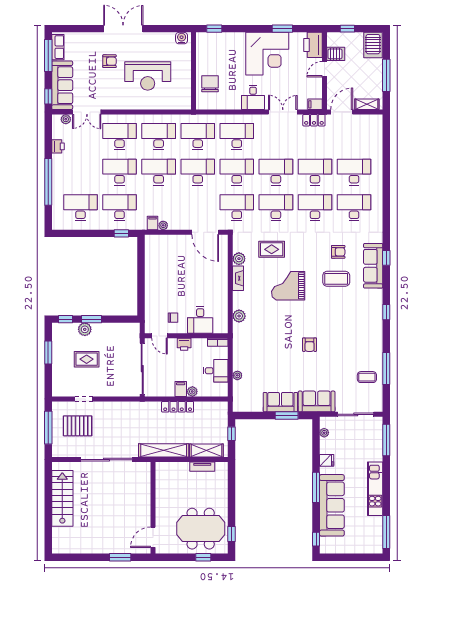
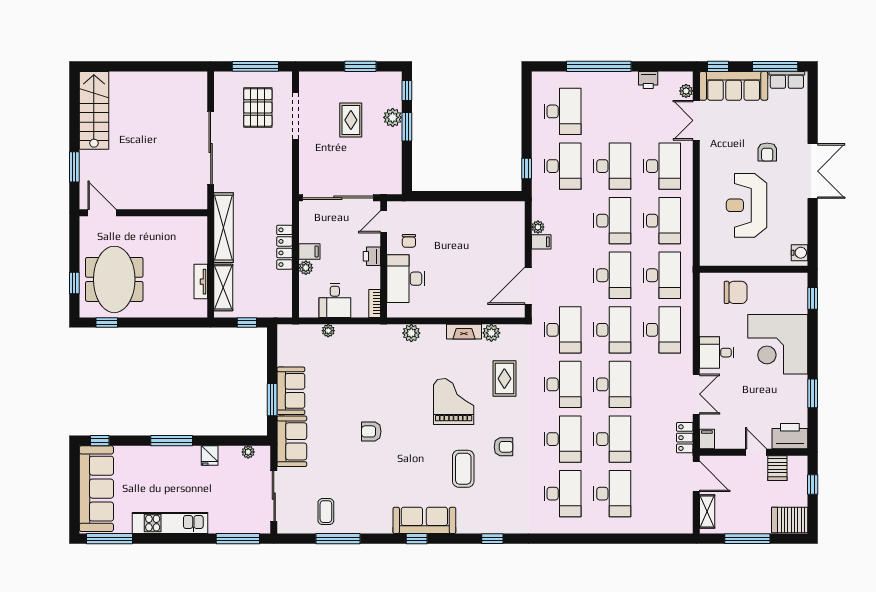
corner desk: (267, 54) -> (778, 344), moved
filing cabinet: (153, 223) -> (541, 242), moved
armchair: (338, 252) -> (503, 447), moved, turned -90
sofa: (373, 266) -> (424, 520), moved
desk: (200, 320) -> (406, 279), width x1.37
doorway: (84, 399) -> (295, 116), width x1.87
stairs: (62, 498) -> (94, 110), moved, turned -90
sofa: (332, 505) -> (96, 489), moved, turned -90

